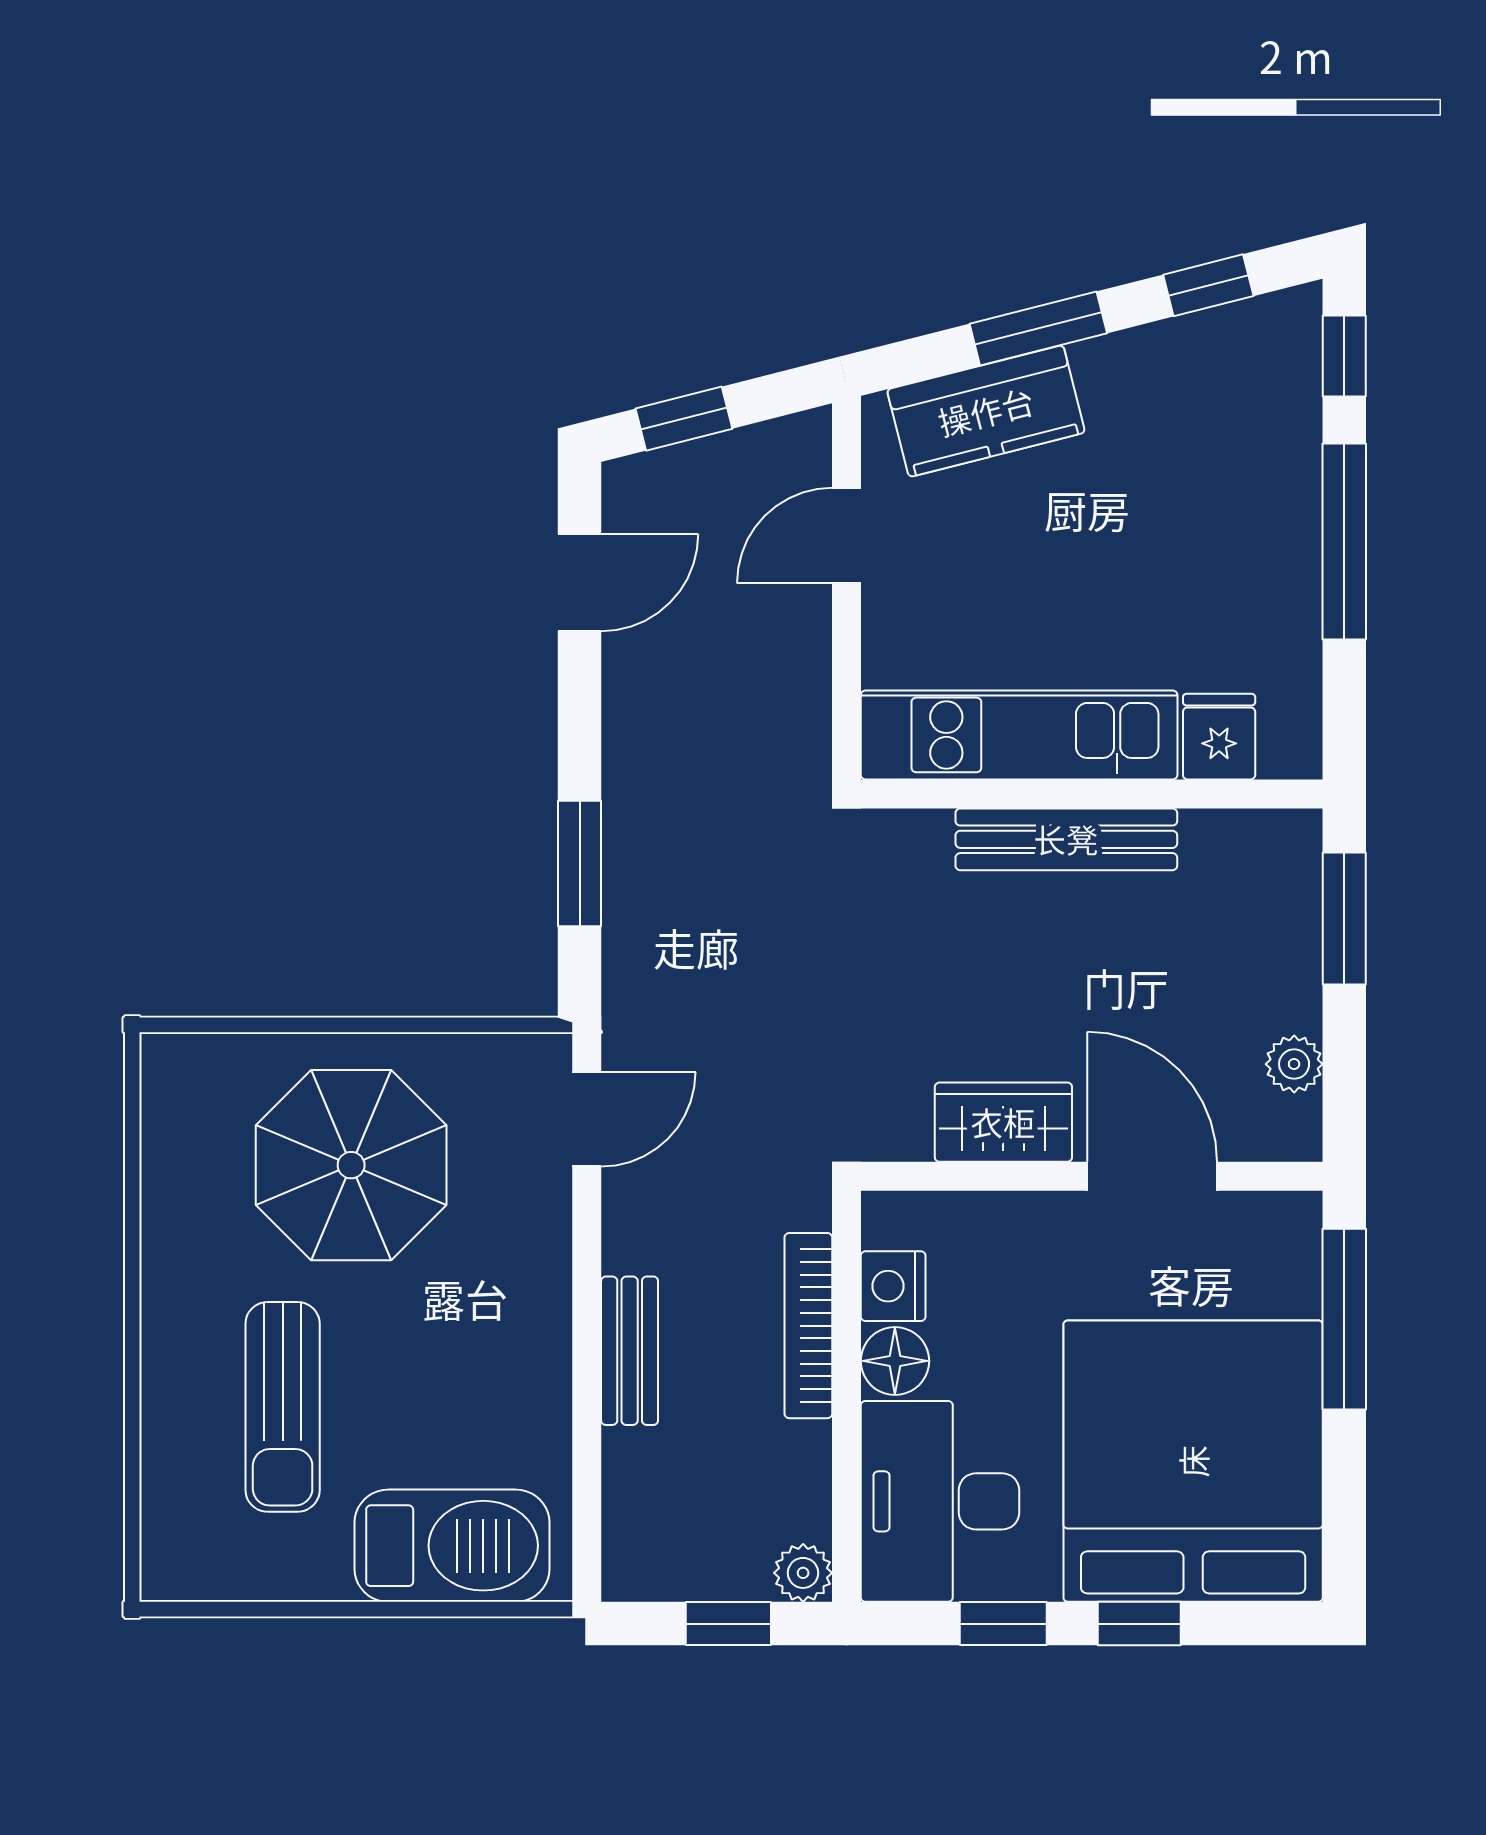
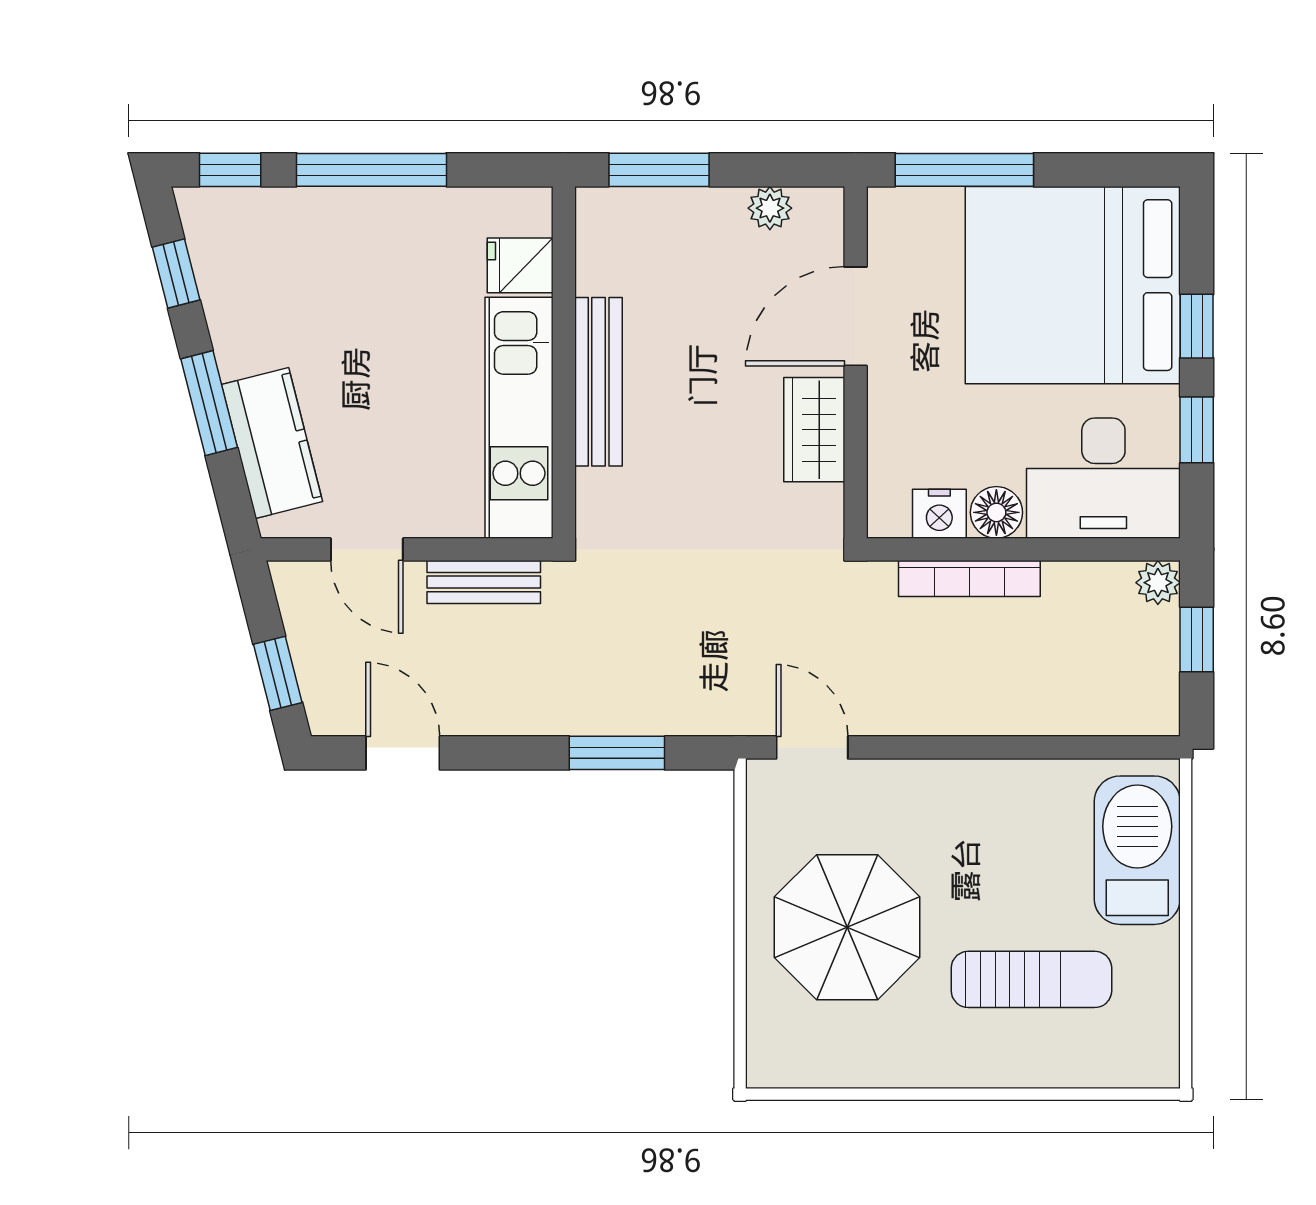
bench: (630, 1351) -> (484, 582), moved

